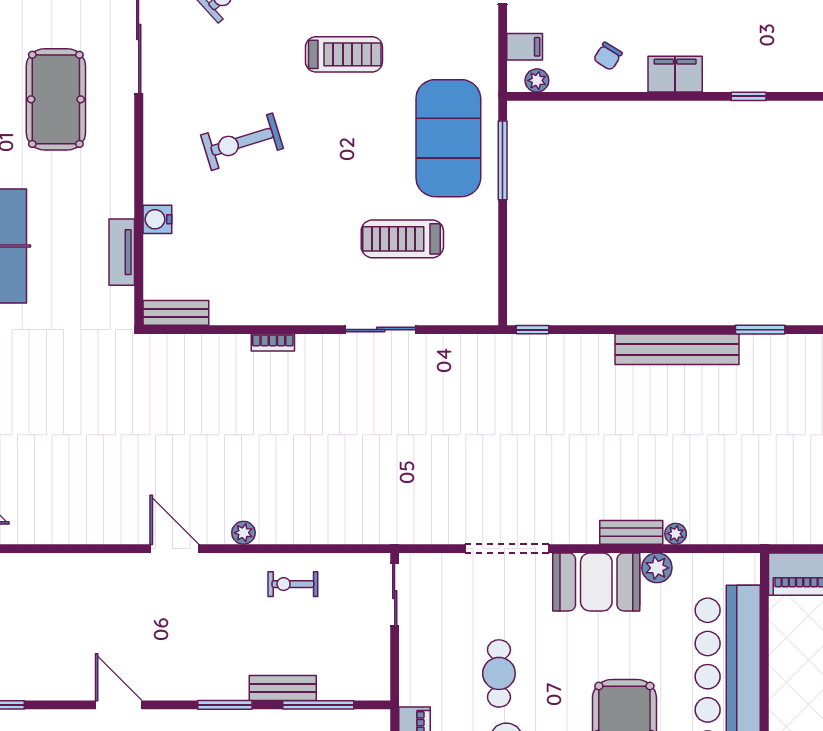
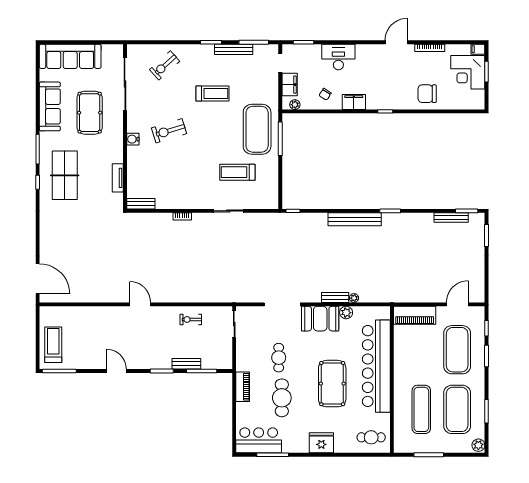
filing cabinet: (525, 47) -> (290, 85), width x2.00
water cooler: (157, 219) -> (133, 139), moved
plant: (243, 533) -> (170, 298), removed

